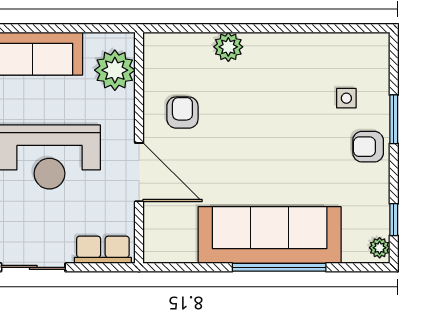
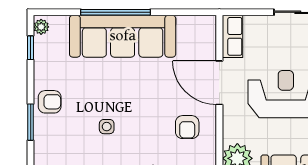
side table: (346, 98) -> (107, 127), moved
row of seats: (103, 250) -> (232, 36), moved, turned -90

